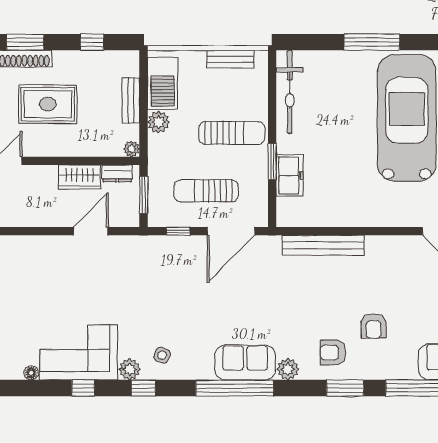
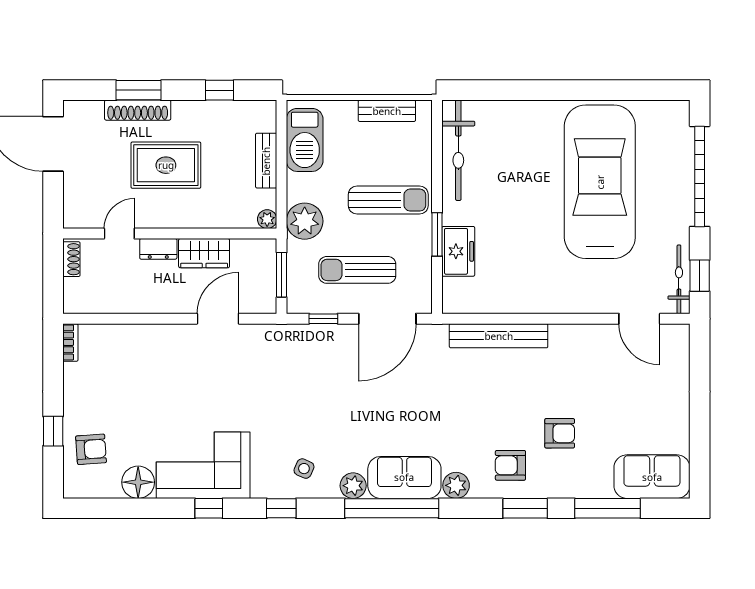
window: (372, 42) -> (558, 90), removed
plant: (159, 122) -> (305, 221), moved, width x1.36, depth x1.36
dresser: (117, 173) -> (158, 249), moved
armchair: (374, 326) -> (560, 433), turned -90
plant: (130, 369) -> (353, 486), moved
floor lamp: (31, 373) -> (138, 482), width x1.89, depth x1.89

